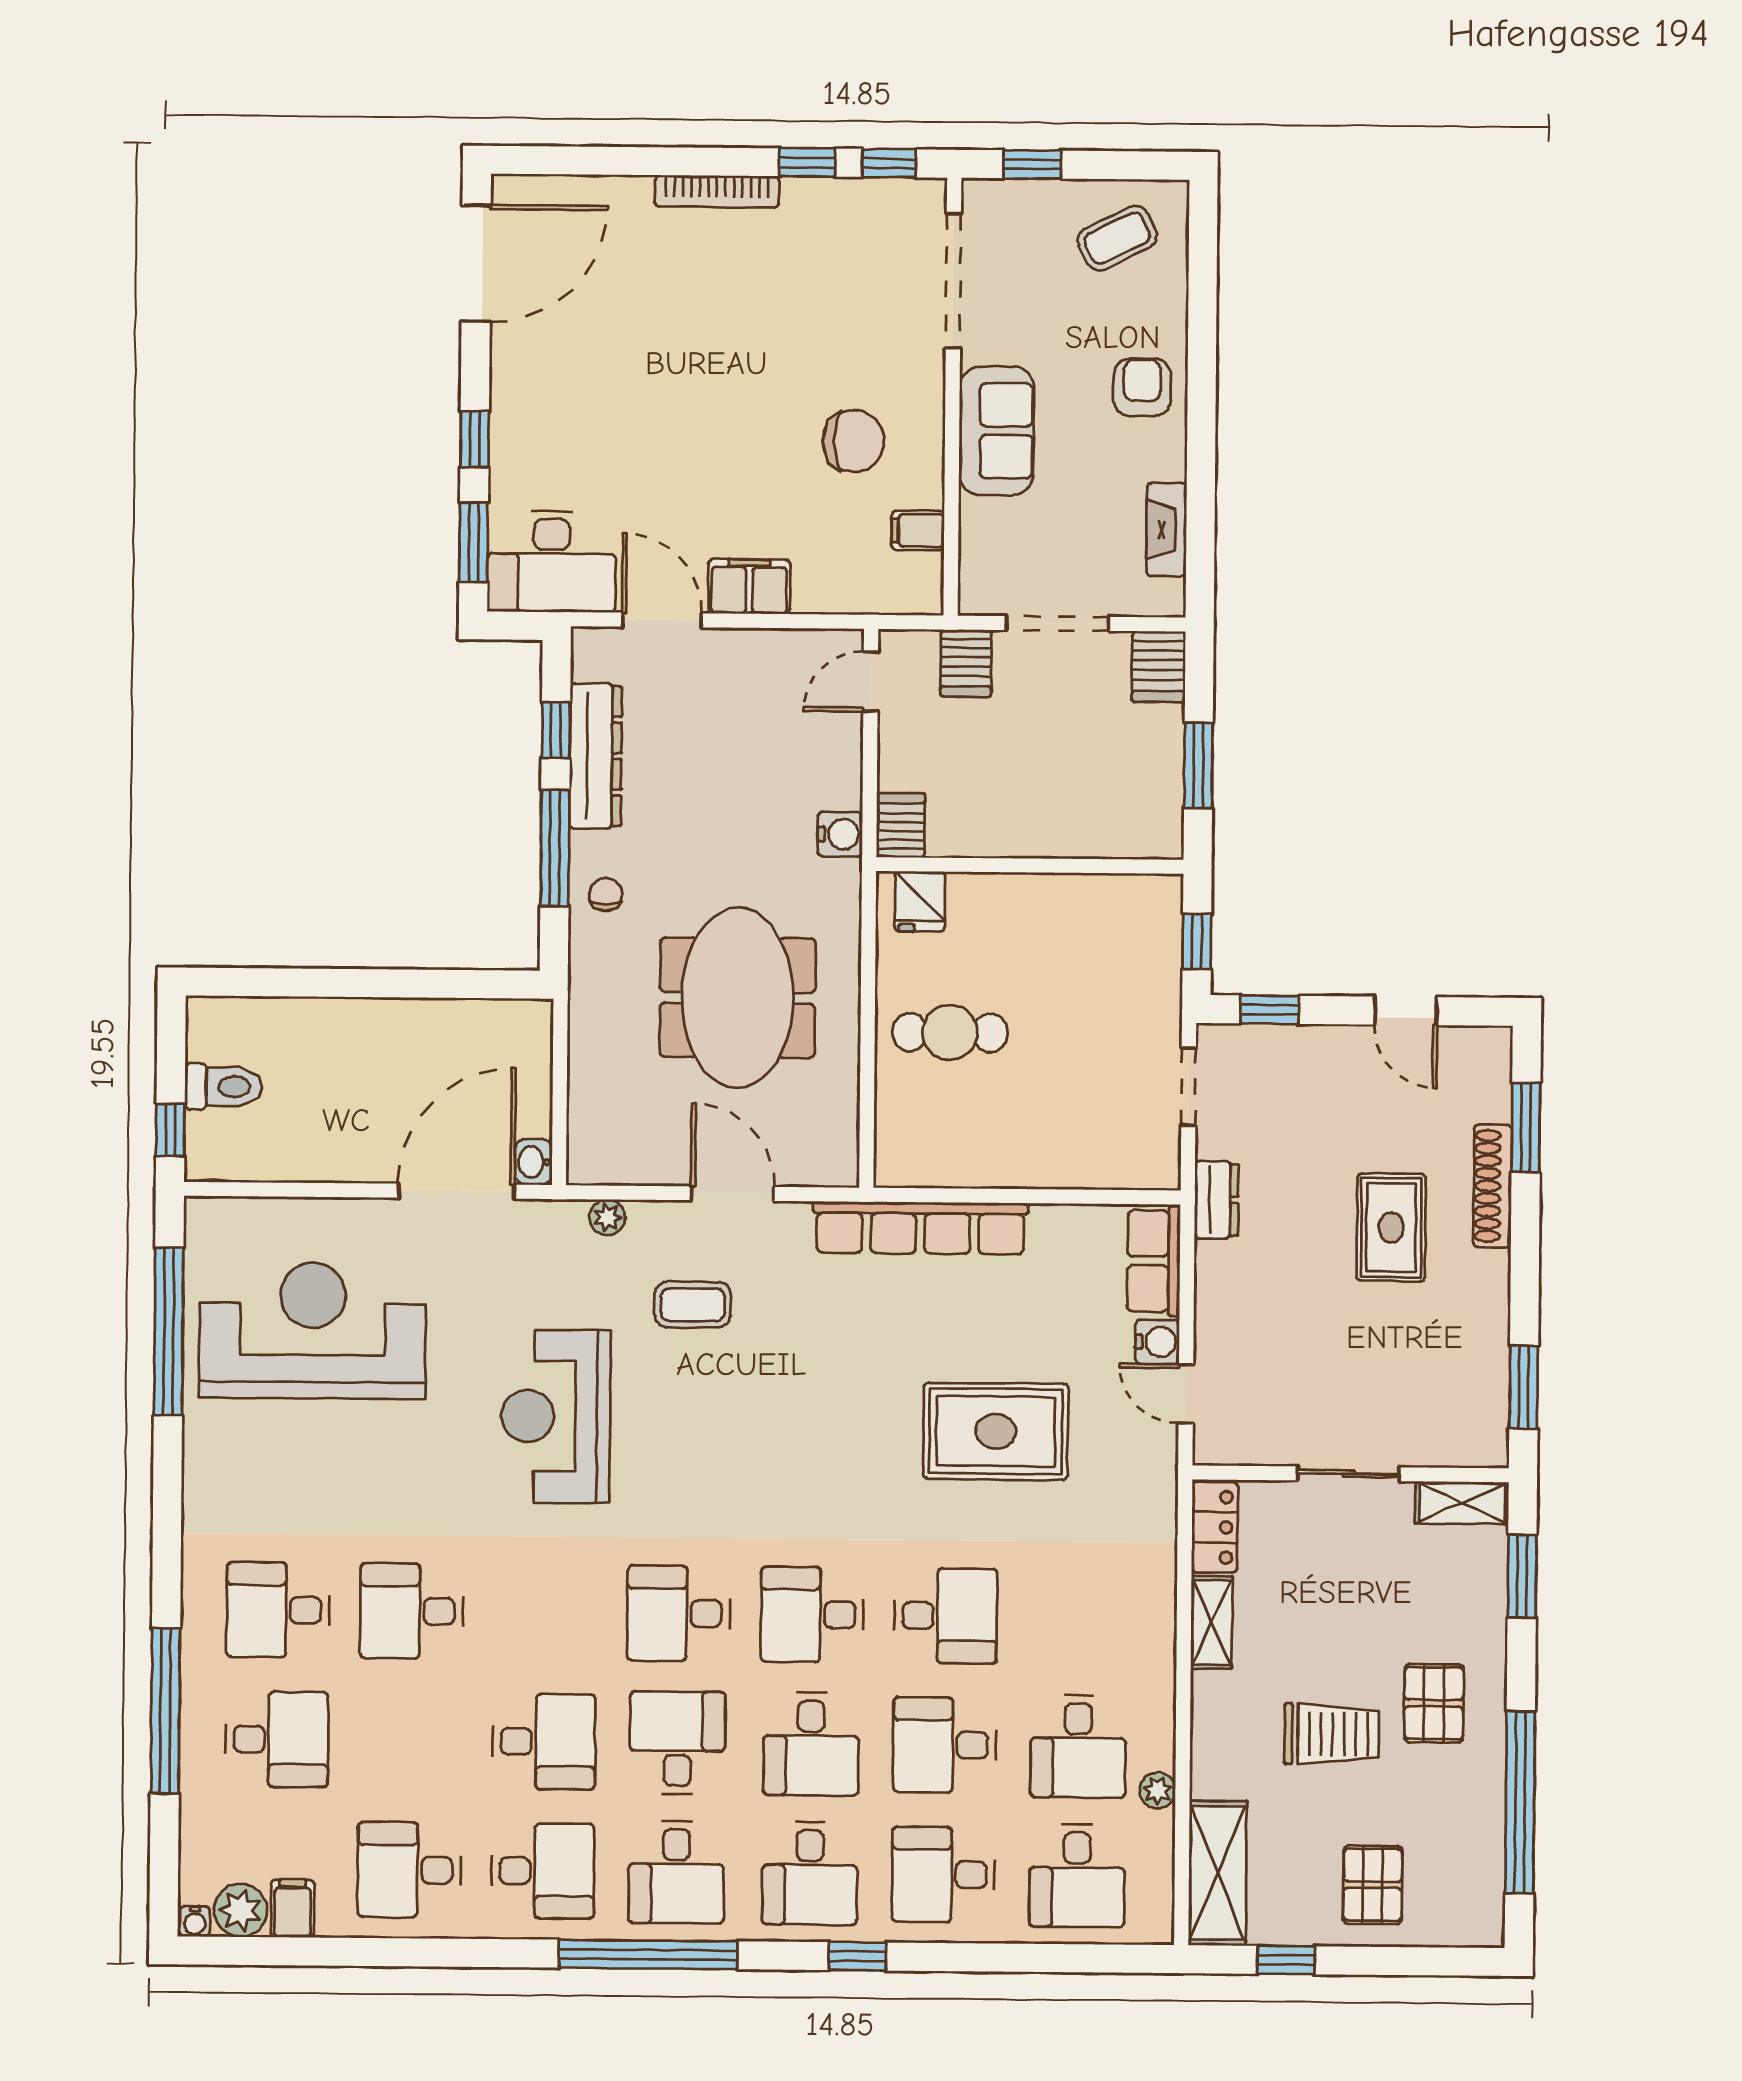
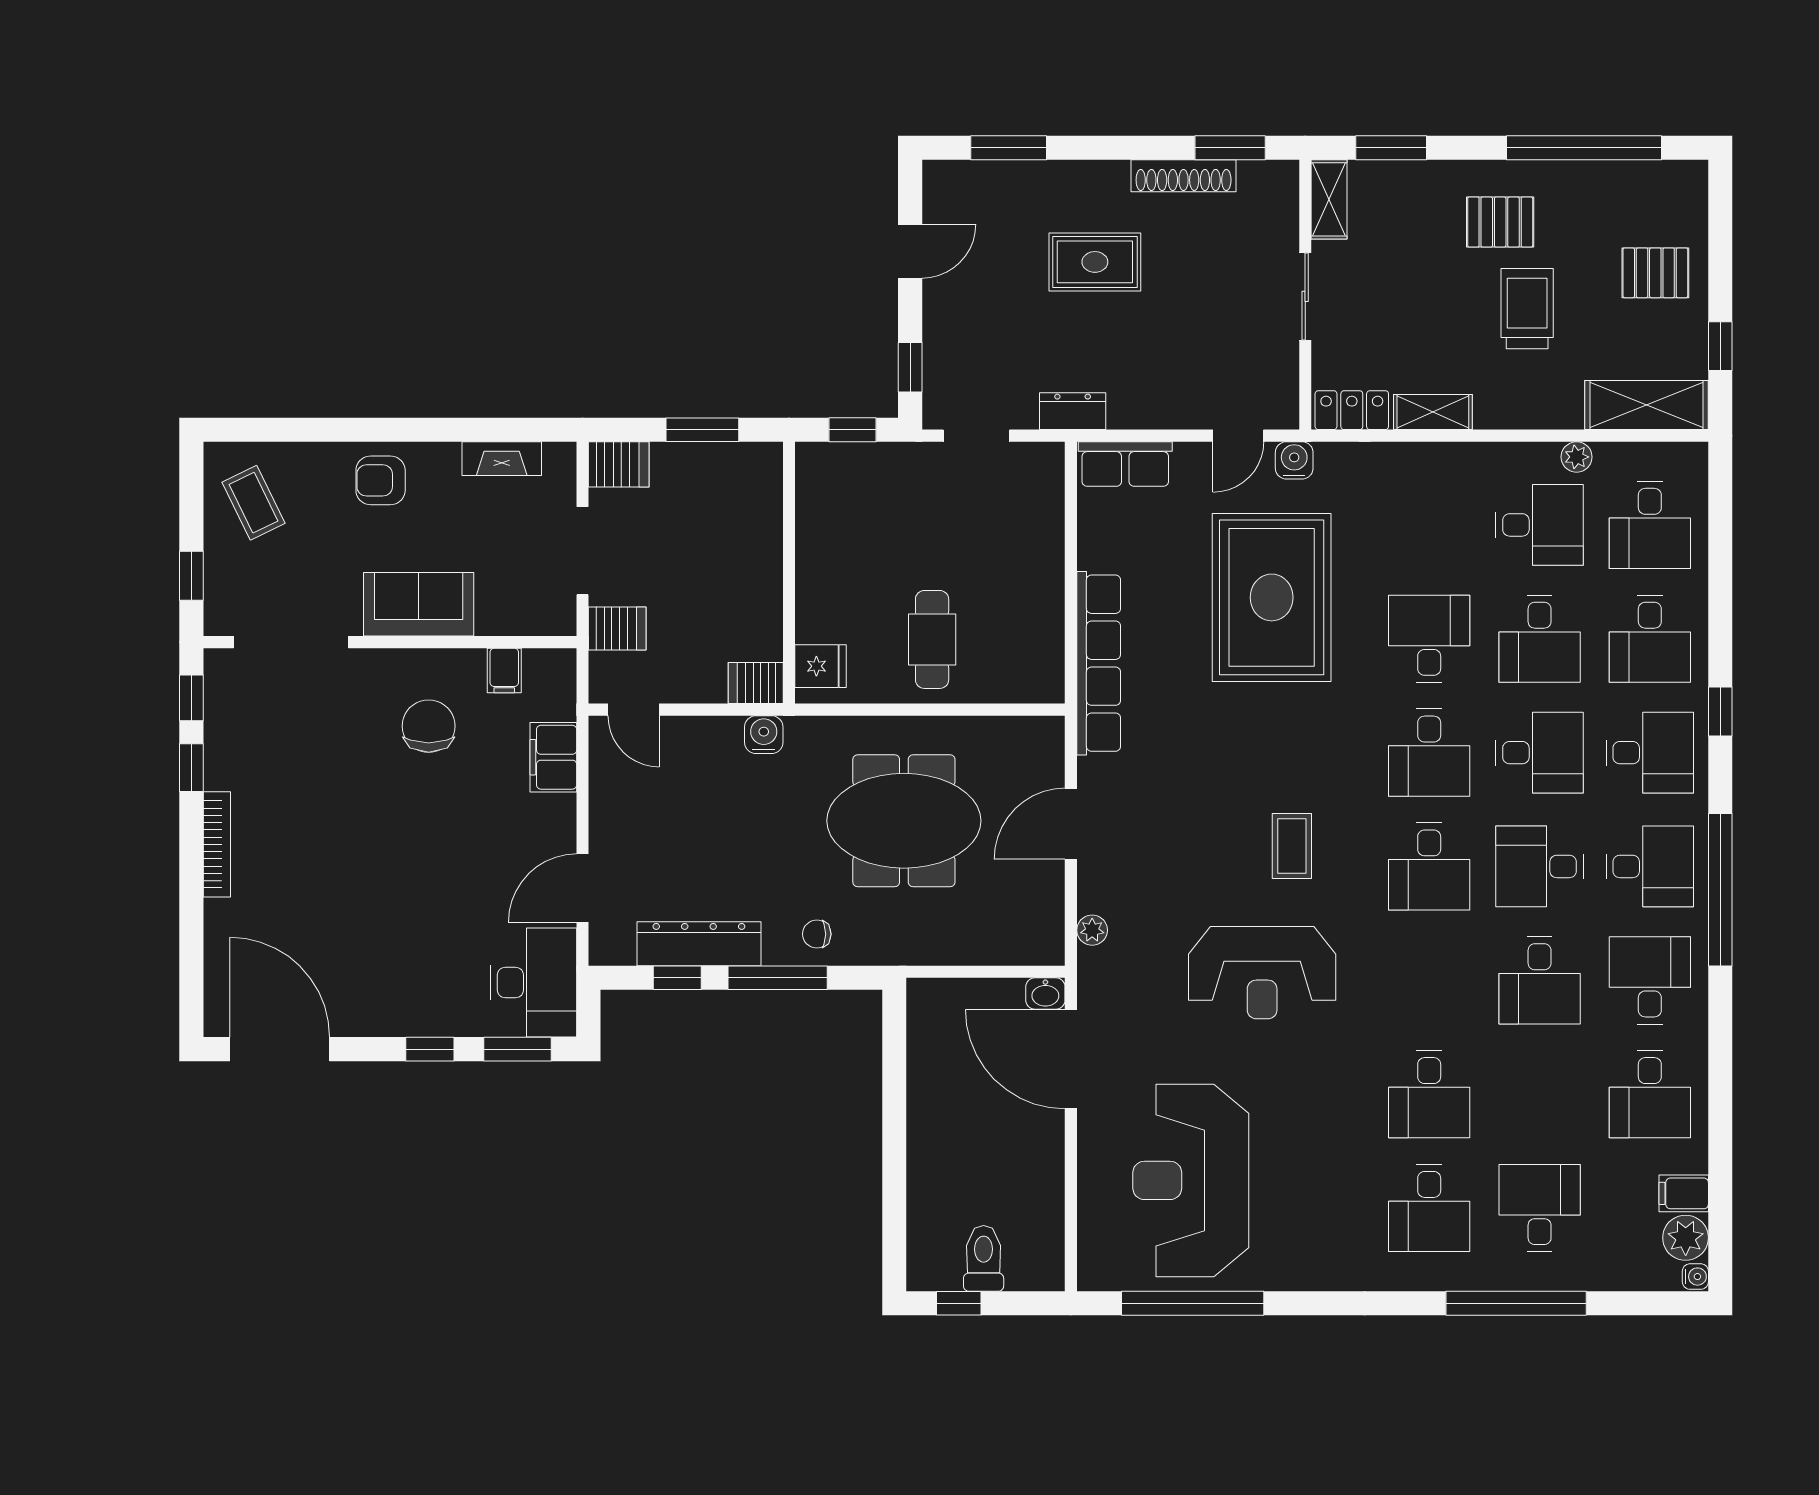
filing cabinet: (749, 587) -> (553, 757), moved
window: (170, 1130) -> (959, 1303), moved
shoe rack: (1492, 1186) -> (1184, 176), moved
coffee table: (693, 1305) -> (1292, 846), moved
water cooler: (1157, 1342) -> (1294, 460), moved
rug: (996, 1431) -> (1272, 597), width x1.37, depth x1.44
desk: (544, 1742) -> (1540, 980), turned 180
desk: (1077, 1876) -> (1650, 525), turned 90

